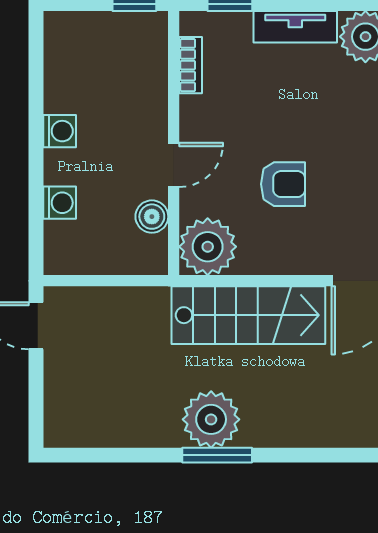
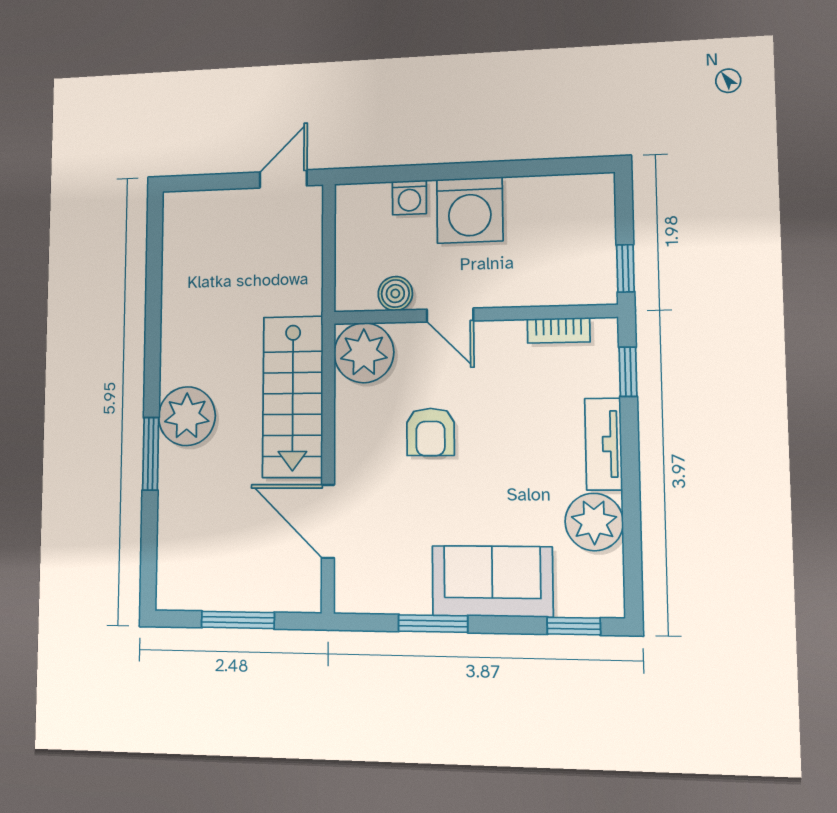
washing machine: (60, 131) -> (470, 210), width x1.89, depth x1.89
plant: (211, 419) -> (187, 416), moved
window: (217, 455) -> (151, 454), moved

